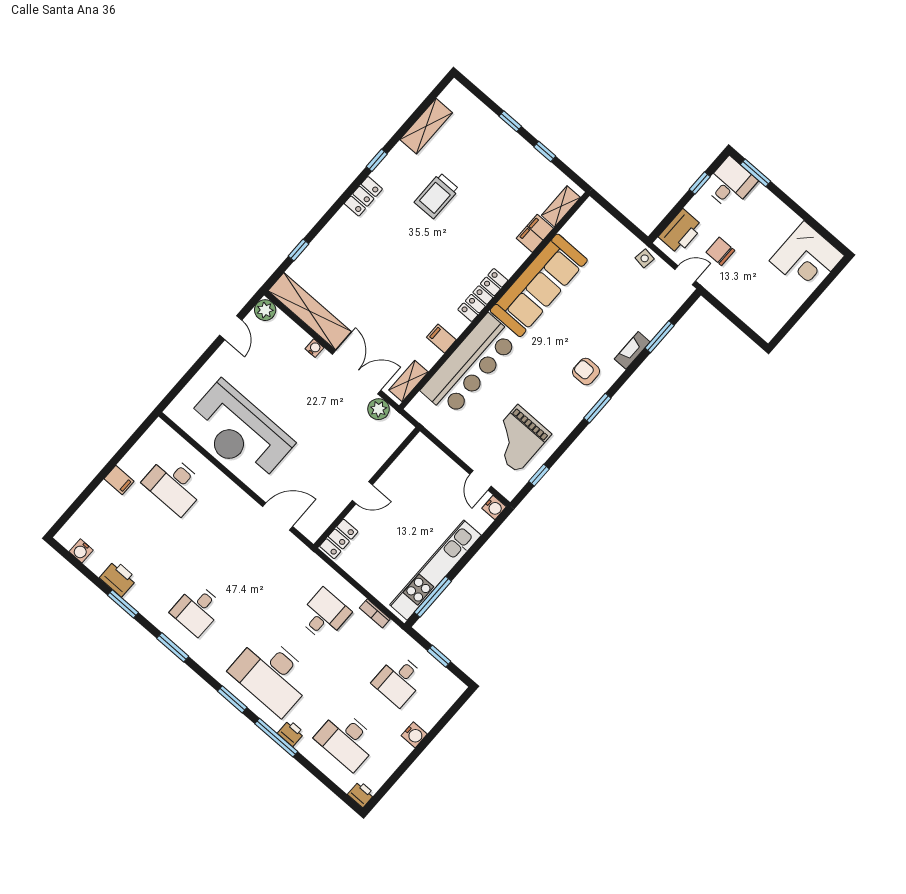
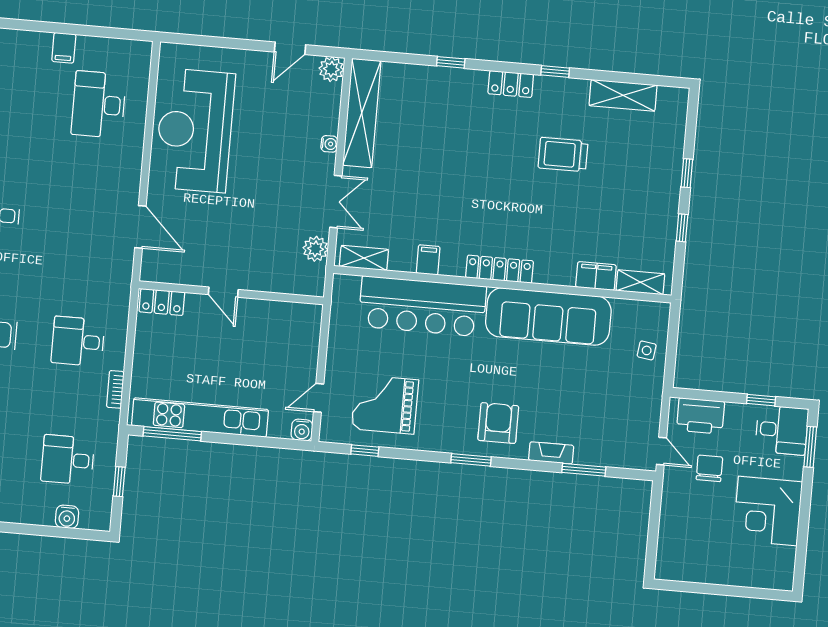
window: (298, 250) -> (451, 62), moved
side table: (645, 258) -> (647, 350), moved
corner desk: (807, 258) -> (768, 511), moved
double door: (357, 372) -> (336, 202), width x0.73
armchair: (586, 372) -> (498, 423), width x1.38, depth x1.38
desk: (324, 615) -> (78, 341), turned 180
water cooler: (414, 735) -> (67, 517), moved

